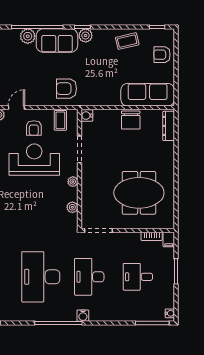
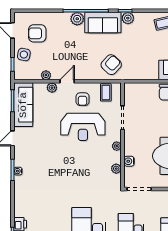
armchair: (67, 89) -> (111, 65), turned 133
water cooler: (87, 116) -> (129, 161), moved
reception desk: (34, 160) -> (83, 127), turned 180

